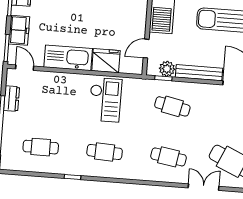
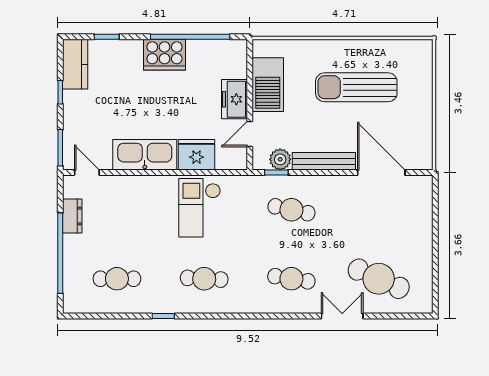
freezer: (19, 30) -> (235, 99), moved, turned 180
checkout: (105, 100) -> (200, 208), turned 180

